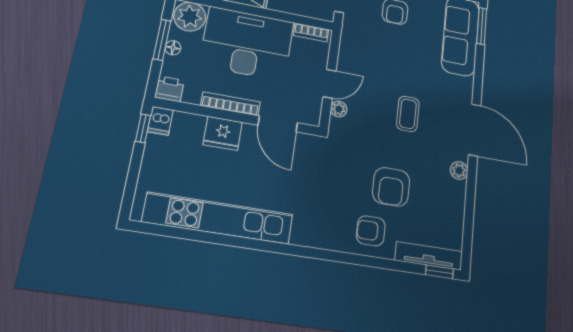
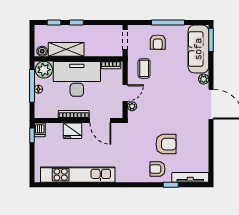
window: (162, 40) -> (32, 86), width x1.44
printer: (169, 89) -> (41, 112), removed
coffee table: (408, 114) -> (144, 68), moved
plant: (459, 171) -> (204, 79), moved
armchair: (391, 187) -> (166, 144), turned -90
window: (439, 272) -> (171, 185), moved

